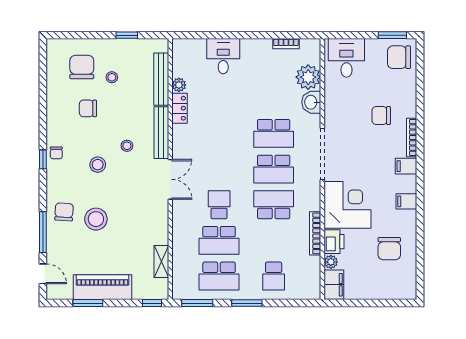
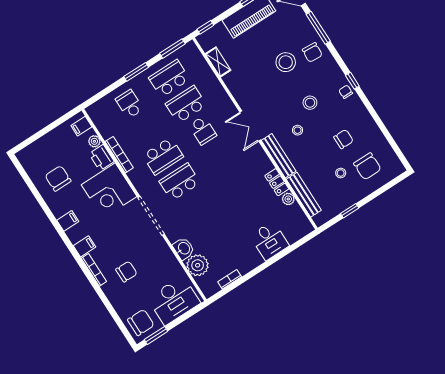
desk: (346, 58) -> (174, 300), width x1.37
school desk: (274, 133) -> (196, 208), removed
filing cabinet: (334, 285) -> (81, 126), width x0.50

